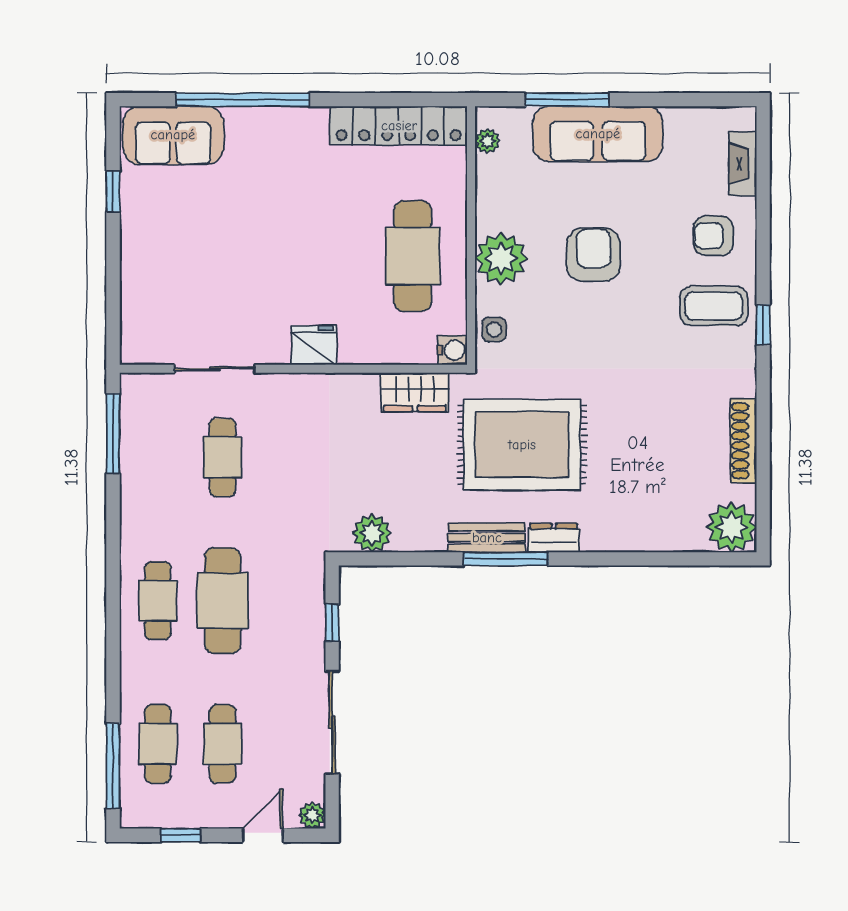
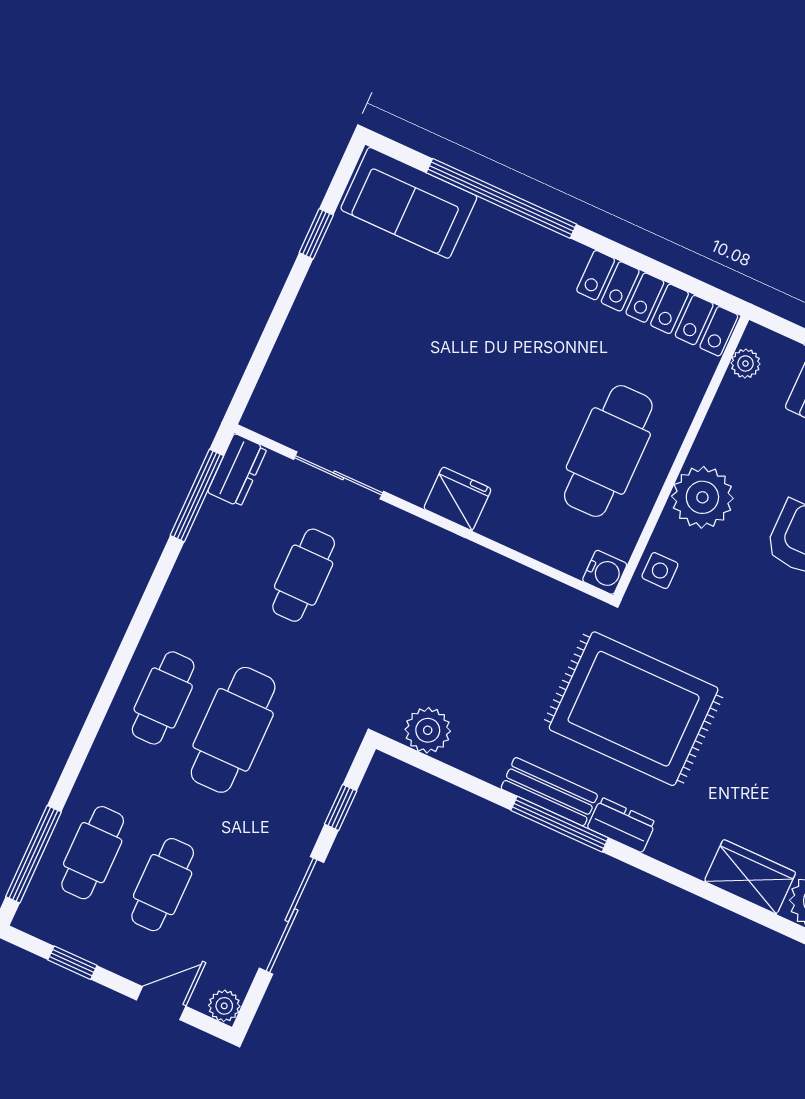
wardrobe: (415, 392) -> (750, 877), moved, turned 180
dresser: (135, 400) -> (237, 470), added

